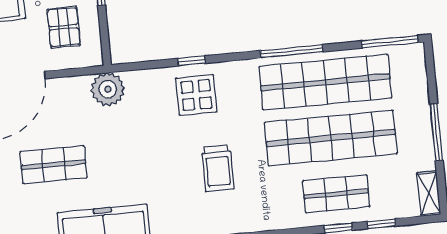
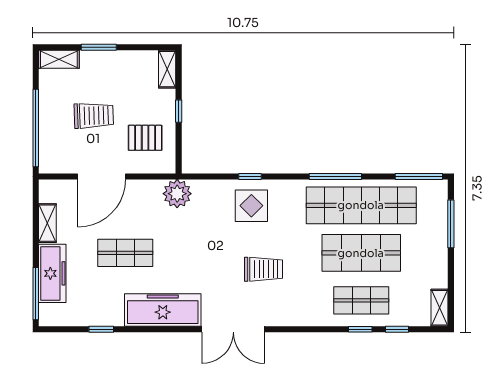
pallet: (64, 27) -> (145, 138), turned 90
window: (436, 132) -> (451, 224), moved
shop shelf: (331, 138) -> (361, 253), width x0.71
trolley: (218, 168) -> (264, 269), turned -90

